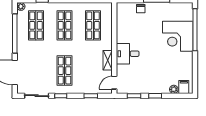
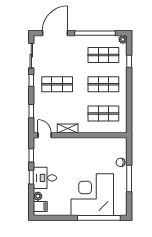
corner desk: (178, 36) -> (92, 195), width x1.36, depth x1.36
desk: (128, 54) -> (45, 178), moved, turned -90

